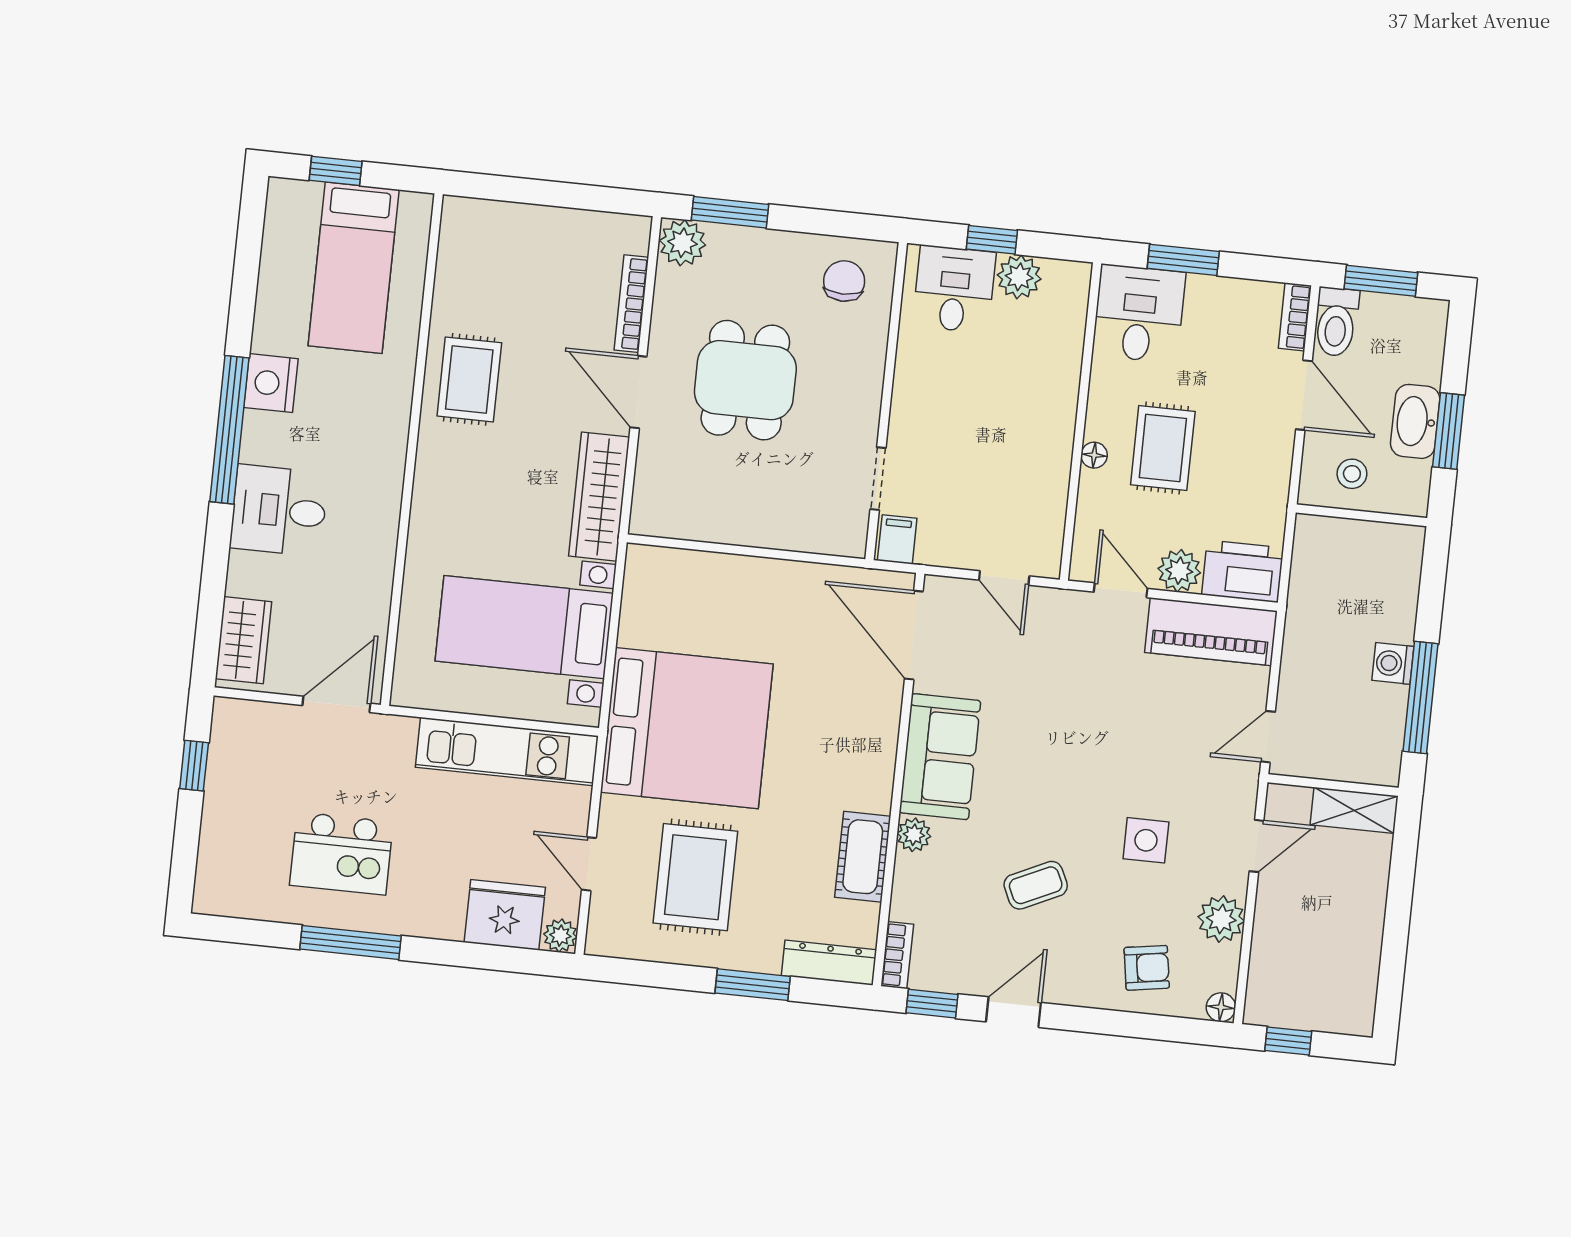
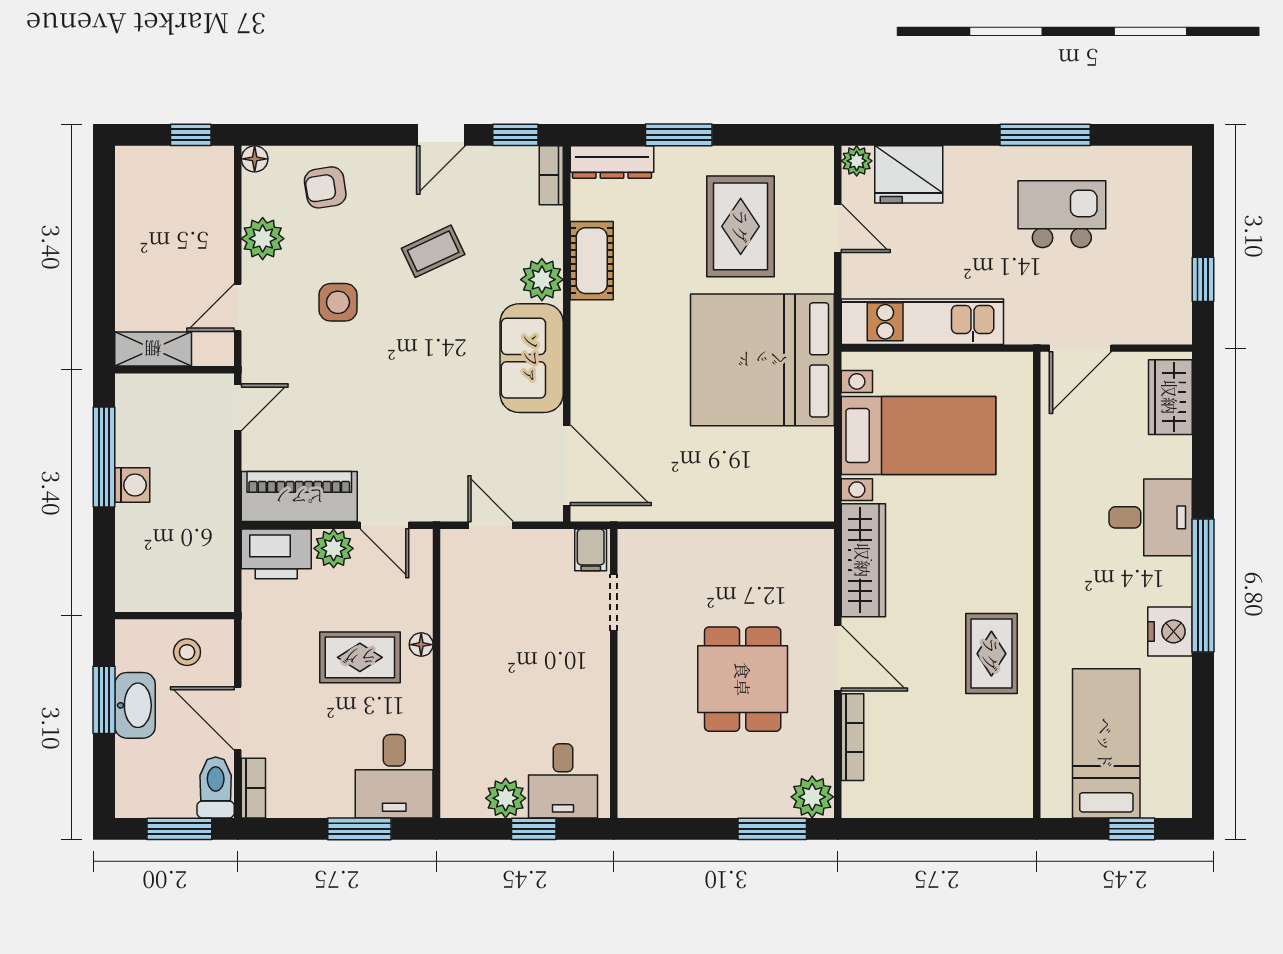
chair: (844, 281) -> (663, 778), removed
rug: (1163, 448) -> (360, 657), turned 90
plant: (914, 835) -> (542, 280), width x1.38, depth x1.38

